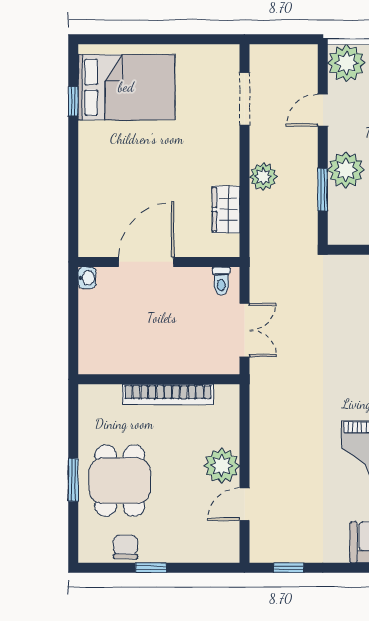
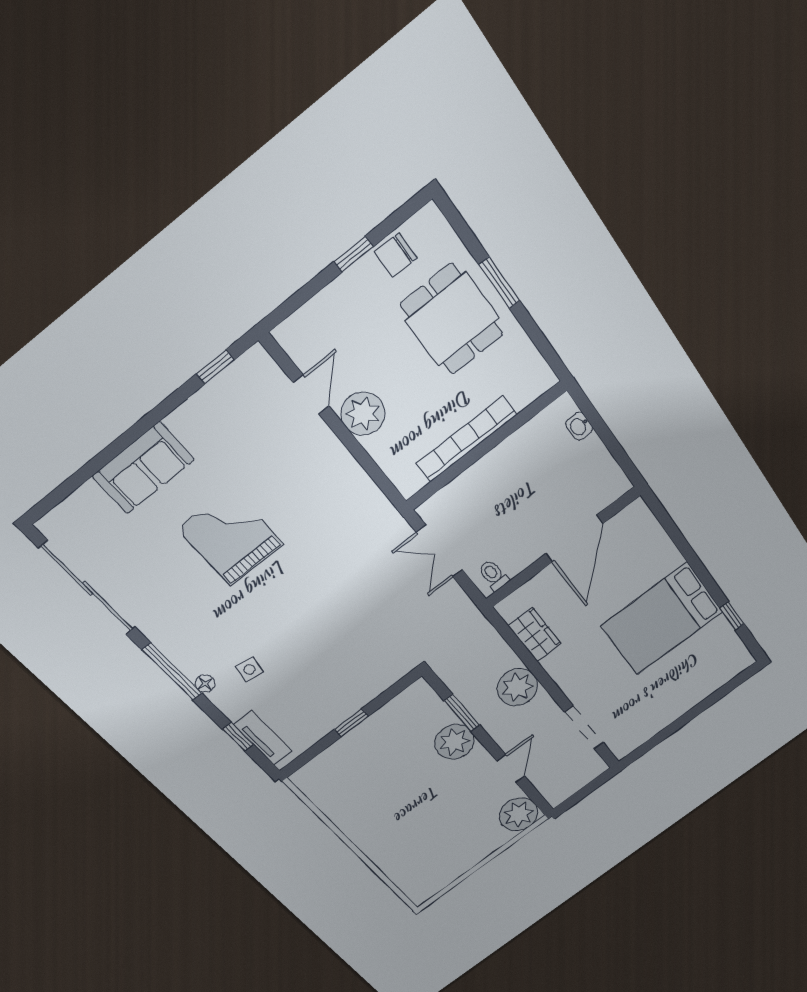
bed: (126, 87) -> (662, 619), moved
plant: (263, 177) -> (517, 687), width x1.36, depth x1.36
washbasin: (87, 278) -> (579, 426), moved
chair: (126, 547) -> (396, 255), turned 91

